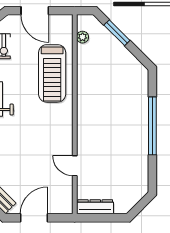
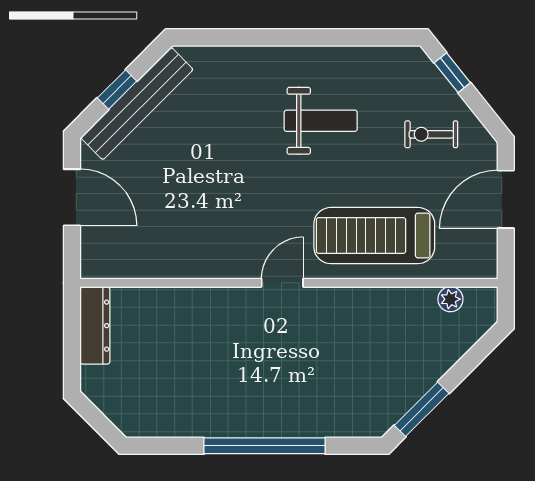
window: (117, 33) -> (422, 409), moved
door: (75, 166) -> (282, 283), moved

